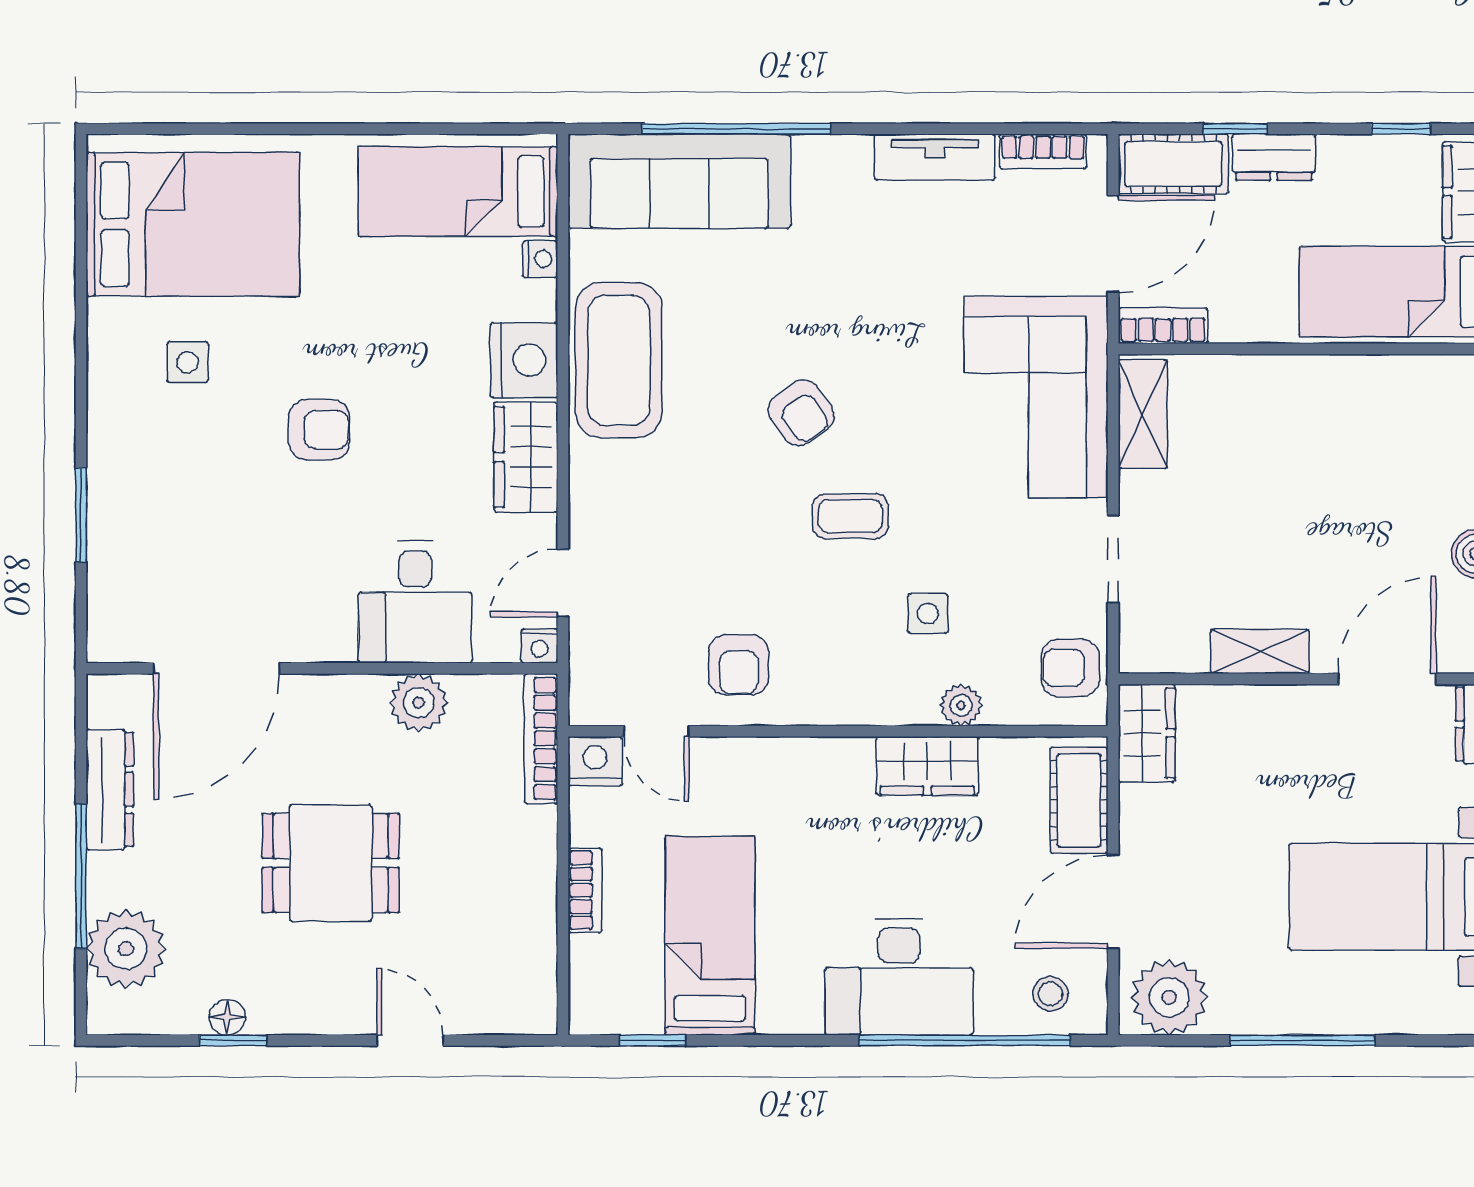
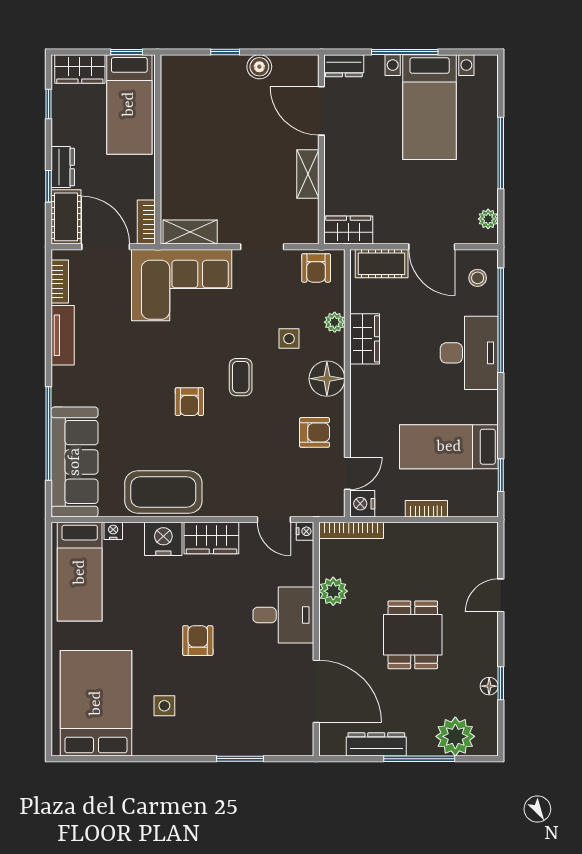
armchair: (801, 413) -> (189, 402), turned 125
desk: (415, 602) -> (283, 615), moved
floor lamp: (847, 690) -> (327, 379), added
plant: (1169, 997) -> (488, 219), width x0.53, depth x0.53

